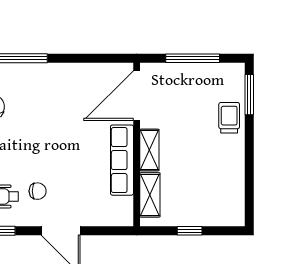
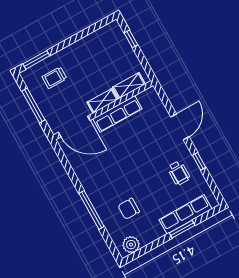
trolley: (229, 118) -> (54, 78), moved
chair: (38, 191) -> (164, 154), removed
window: (190, 231) -> (131, 39), moved

